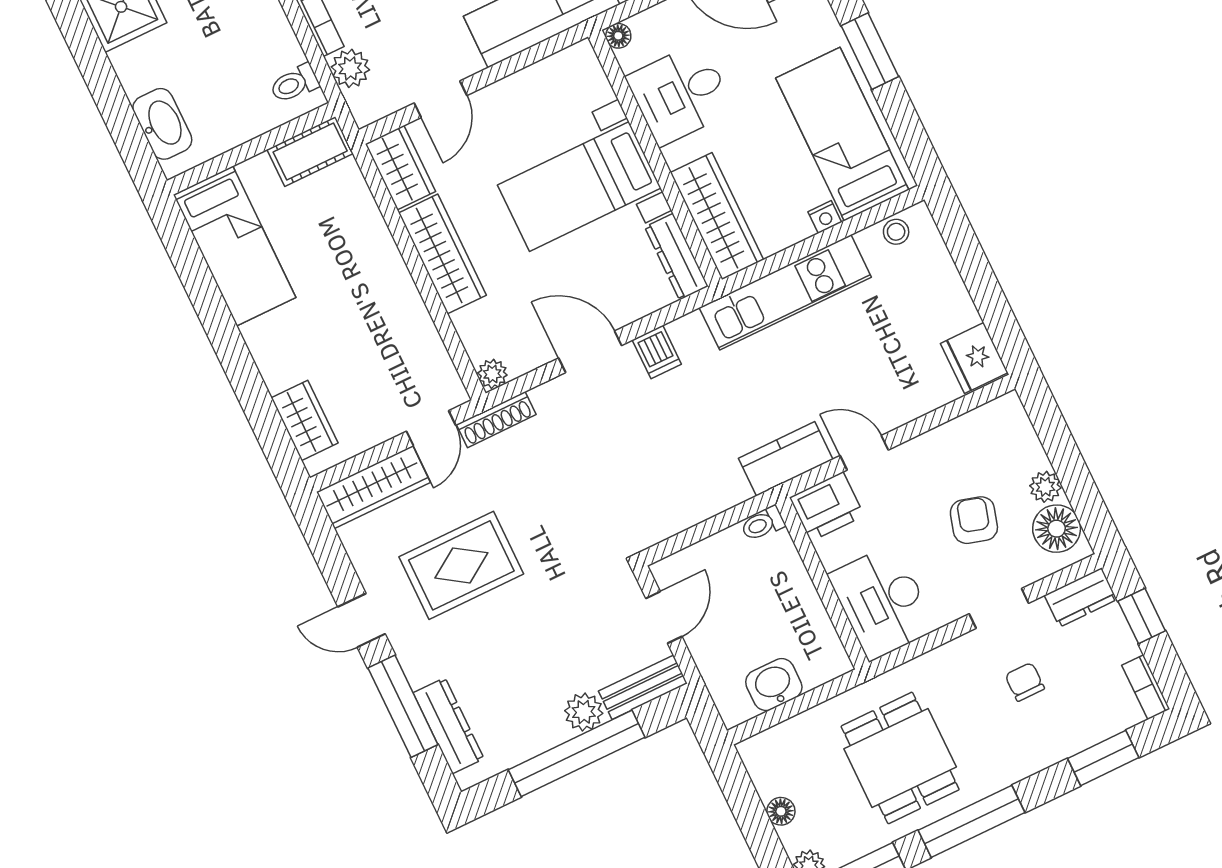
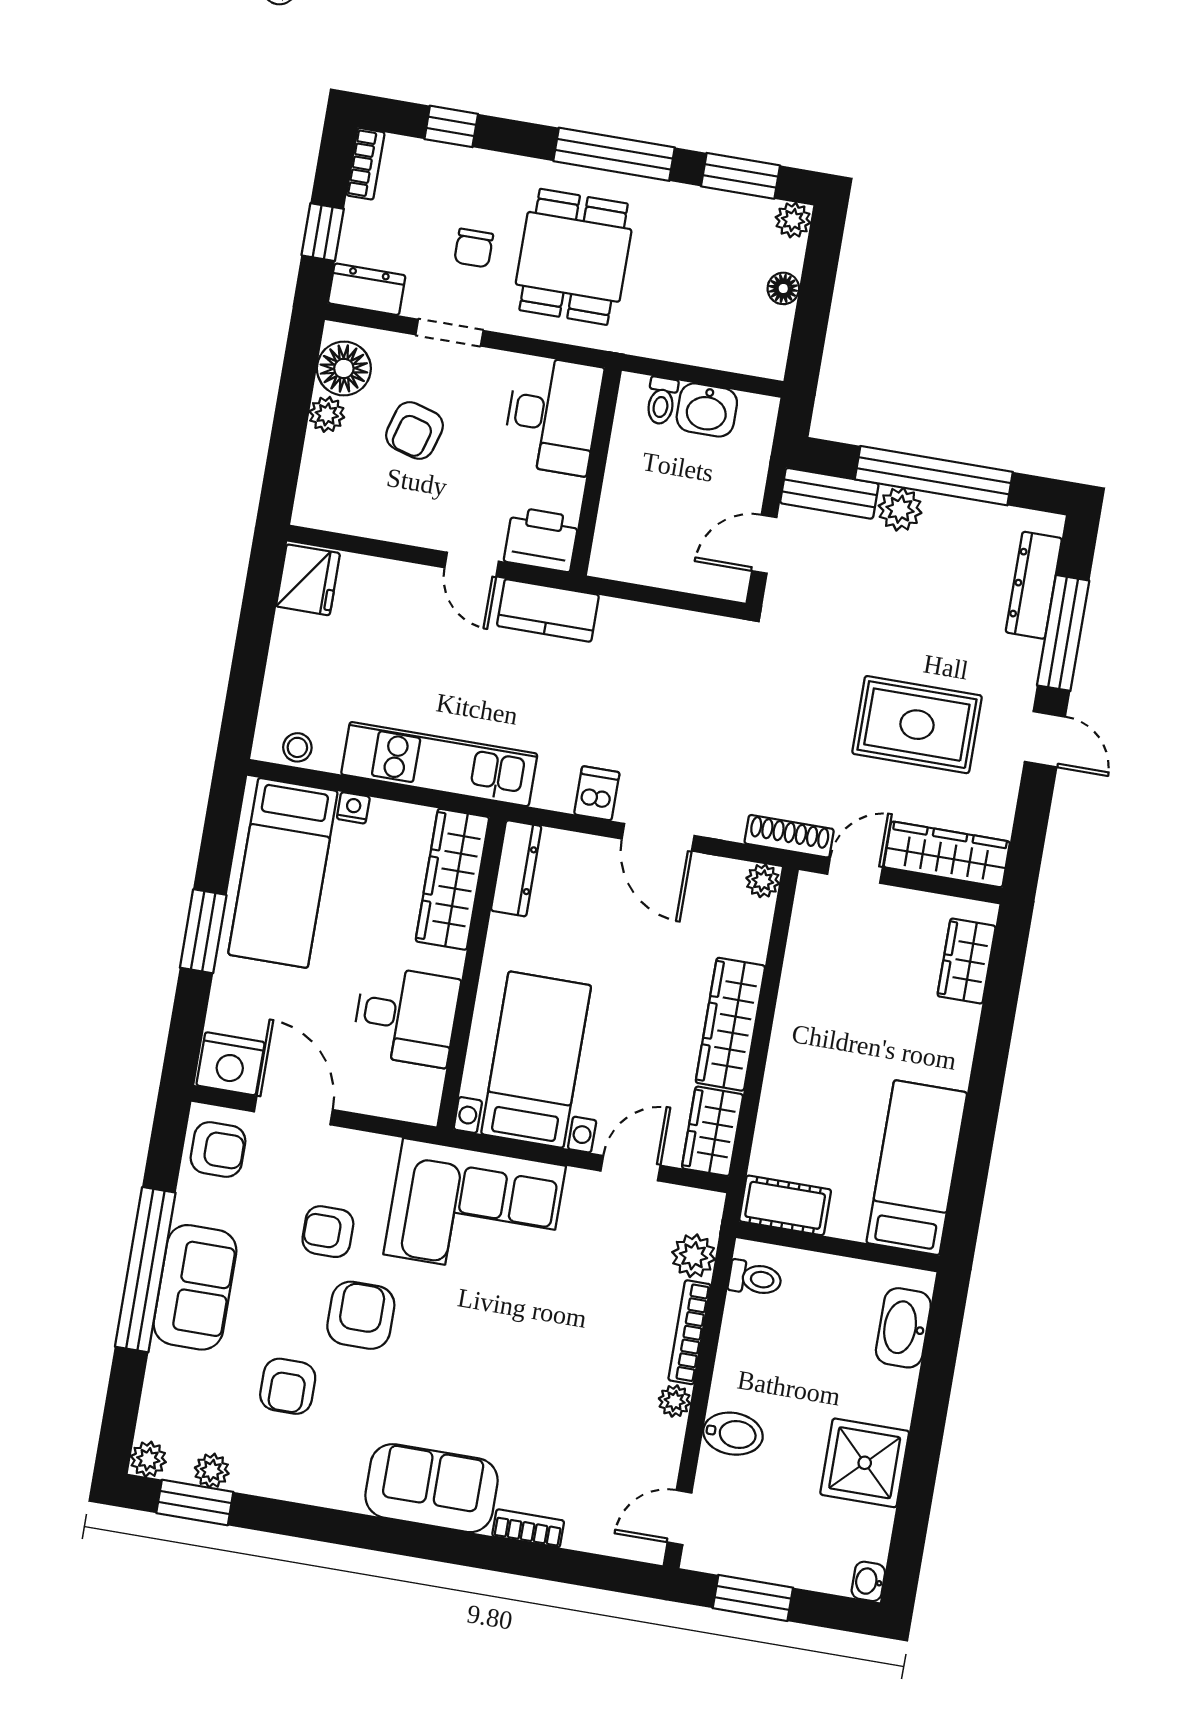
floor lamp: (618, 36) -> (425, 1110), removed
bed with nightstands: (579, 186) -> (536, 1060), moved, turned -90
toilet: (763, 524) -> (662, 401), moved, turned 90
dining table: (900, 758) -> (574, 257), moved
window: (1103, 758) -> (451, 126), width x0.67

